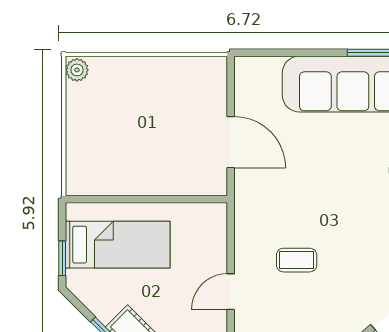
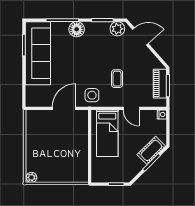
side table: (260, 204) -> (92, 95), added
bed: (118, 245) -> (107, 133), moved, turned 180

